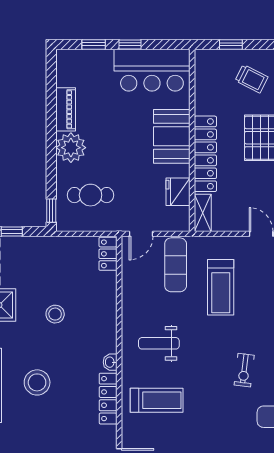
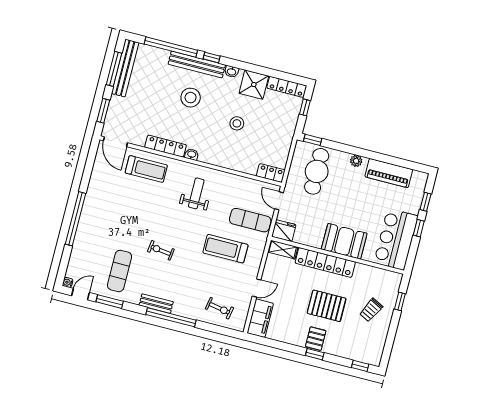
piano: (66, 109) -> (389, 173), width x1.37, depth x1.33
plant: (71, 148) -> (356, 161), width x0.53, depth x0.53
fridge: (178, 192) -> (284, 231), moved
cafe table: (91, 195) -> (317, 171), width x1.37, depth x1.35
treadmill: (157, 400) -> (146, 169), moved, turned -90

